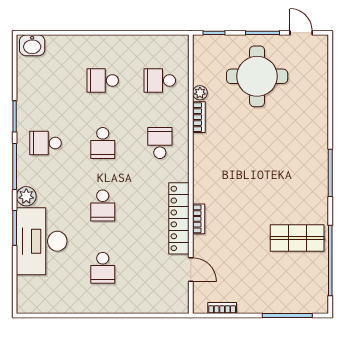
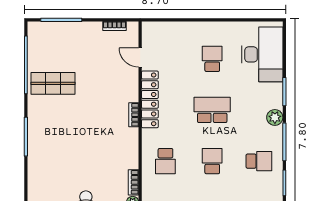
school desk: (103, 205) -> (212, 110), width x1.85
bookcase: (199, 219) -> (134, 115), moved
desk: (42, 241) -> (262, 54), moved

